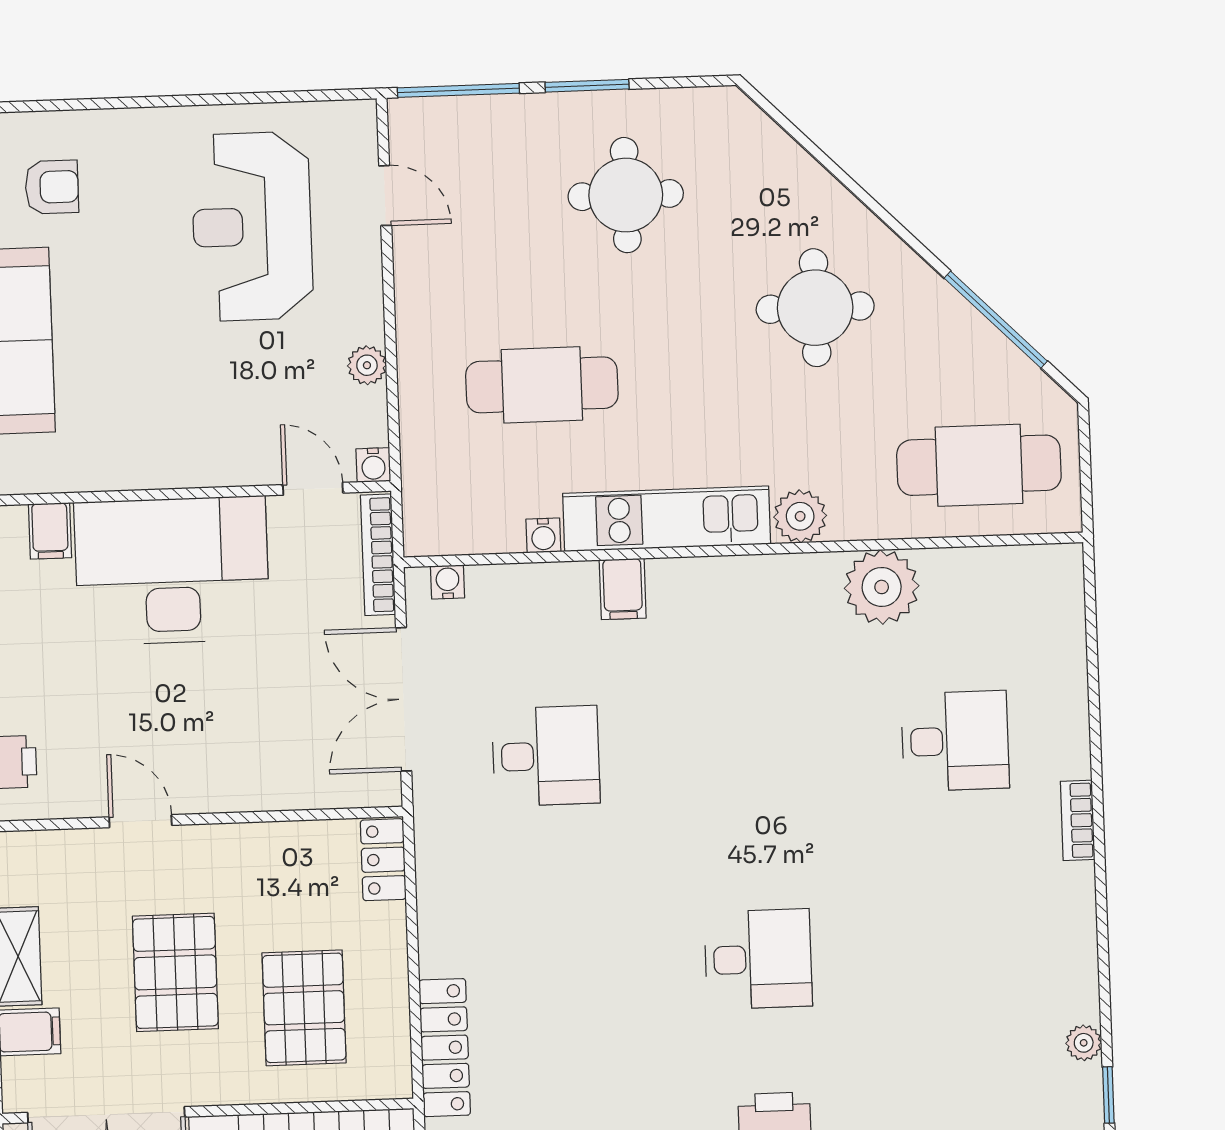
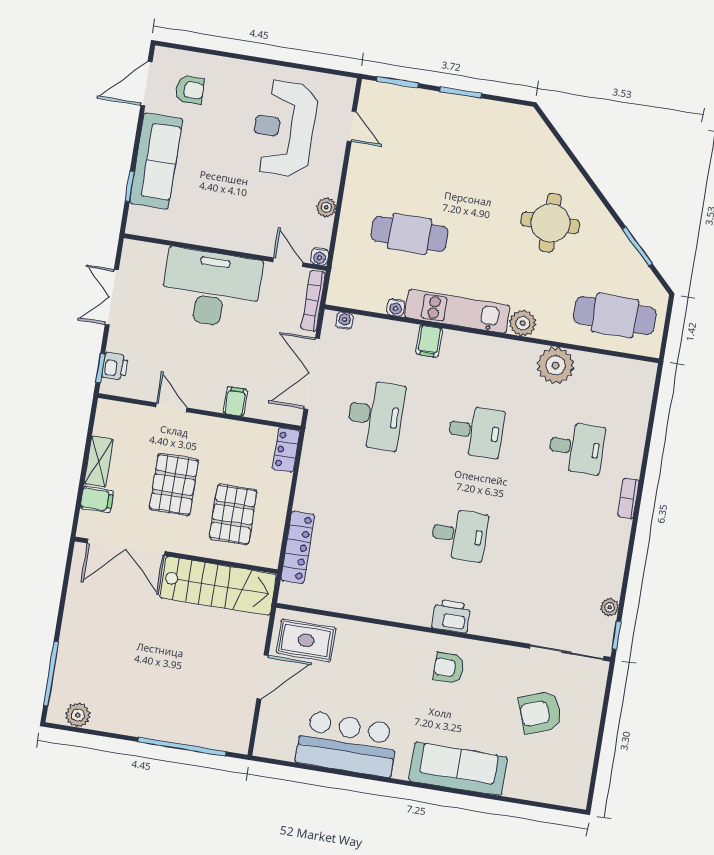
window: (458, 90) -> (398, 82), width x0.69
round table: (626, 195) -> (469, 150), removed
window: (996, 320) -> (637, 246), width x0.69
filing cabinet: (50, 531) -> (235, 401), moved, turned 180
desk: (751, 748) -> (476, 431), added
desk: (546, 756) -> (375, 415), width x1.37

